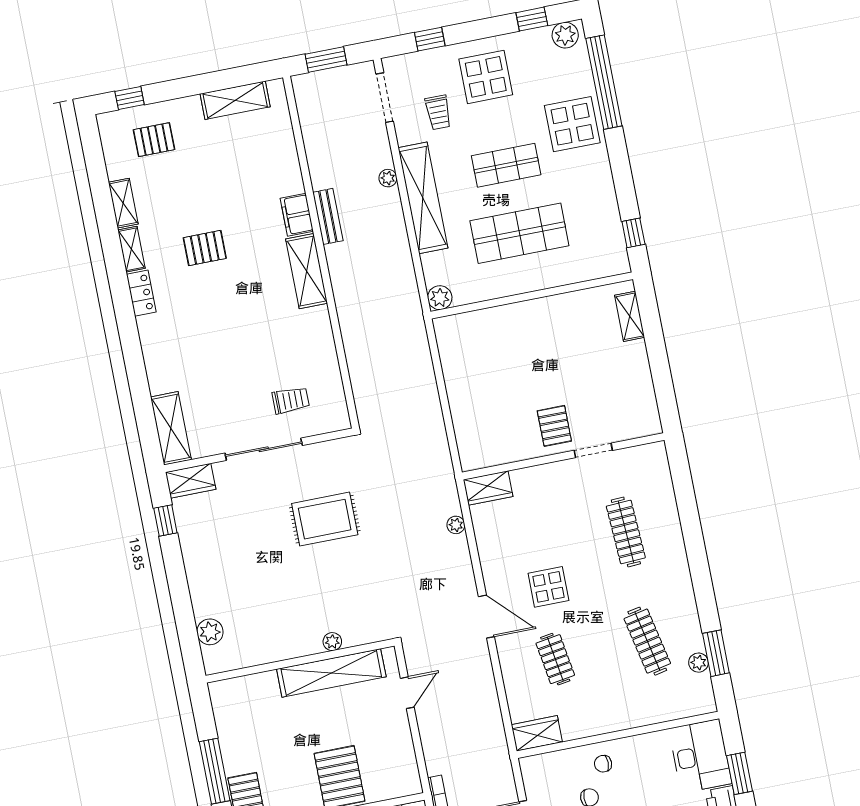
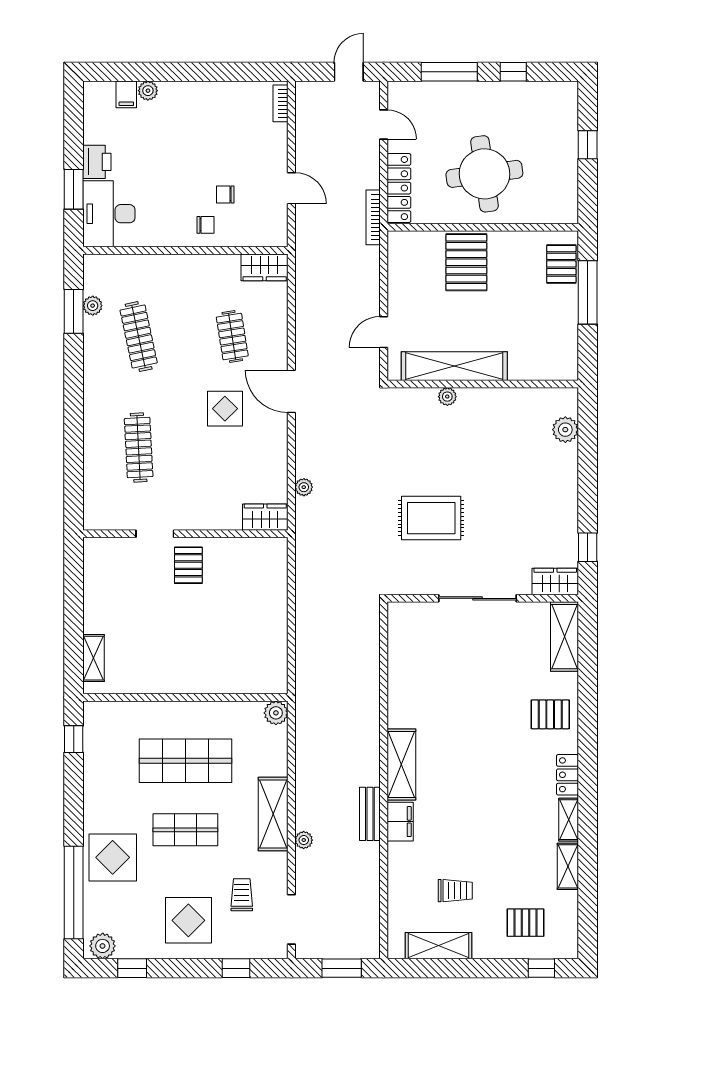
shelving: (423, 198) -> (273, 814), width x0.68
pallet: (205, 248) -> (550, 714), moved
trolley: (291, 400) -> (455, 891), moved, turned 180

